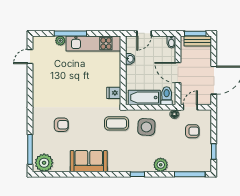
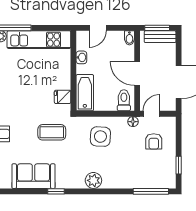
bathtub: (144, 98) -> (85, 93), moved, turned 90
coffee table: (116, 123) -> (52, 132), moved
armchair: (192, 131) -> (154, 141), turned 90
plant: (161, 165) -> (93, 180), moved
window: (137, 174) -> (56, 191), moved

